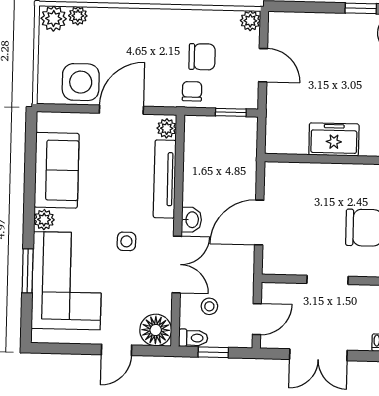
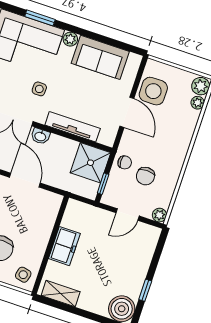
plant: (167, 128) -> (105, 138), removed
shower: (207, 139) -> (90, 163), added

